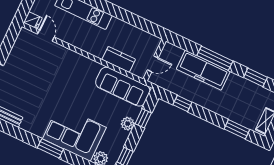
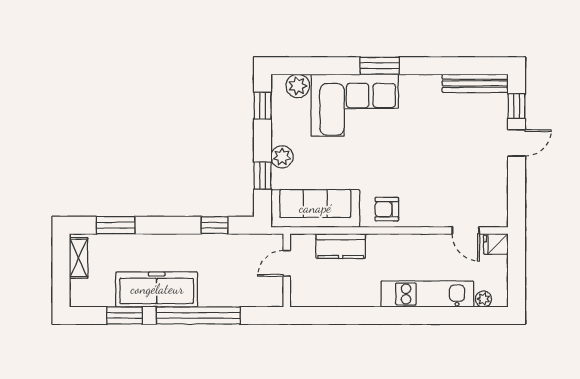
window: (215, 58) -> (198, 315), width x1.46
armchair: (84, 68) -> (387, 209), added
freezer: (203, 70) -> (157, 289), moved

